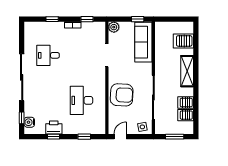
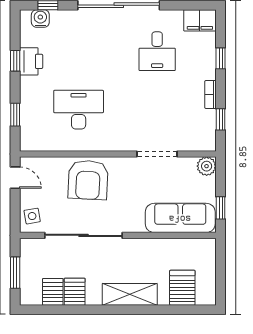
filing cabinet: (30, 31) -> (200, 20), added
desk: (48, 55) -> (157, 51), turned 180

